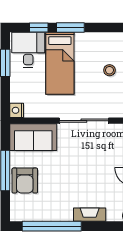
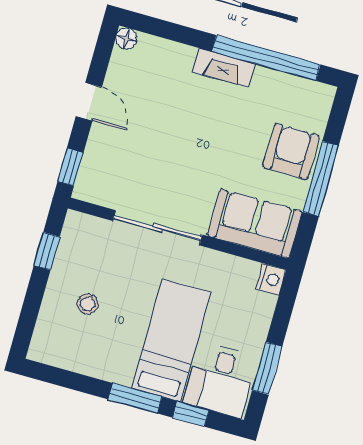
fireplace: (90, 215) -> (224, 68), moved

